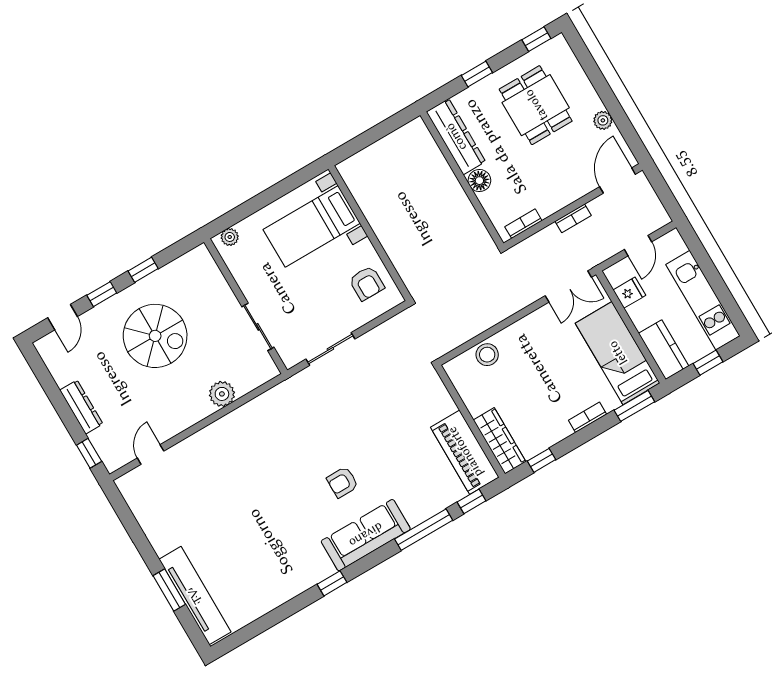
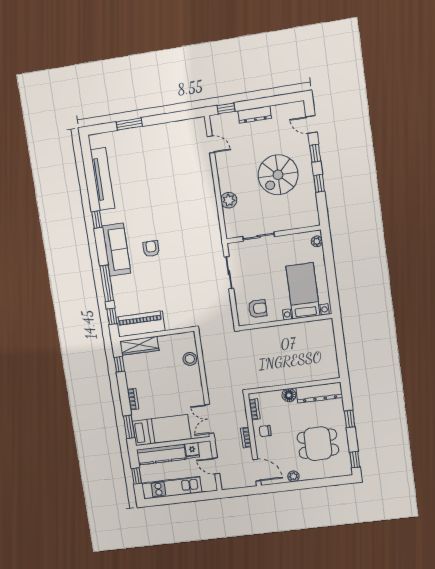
chair: (550, 193) -> (265, 431), added
armchair: (367, 283) -> (258, 309), turned 180
kitchen counter: (664, 350) -> (161, 455), width x1.50
tv unit: (195, 596) -> (102, 179), moved, turned -90

